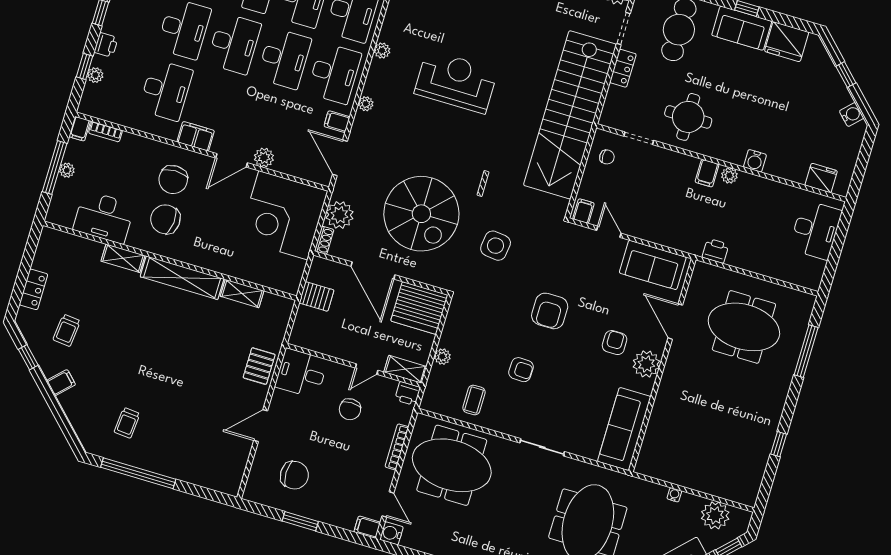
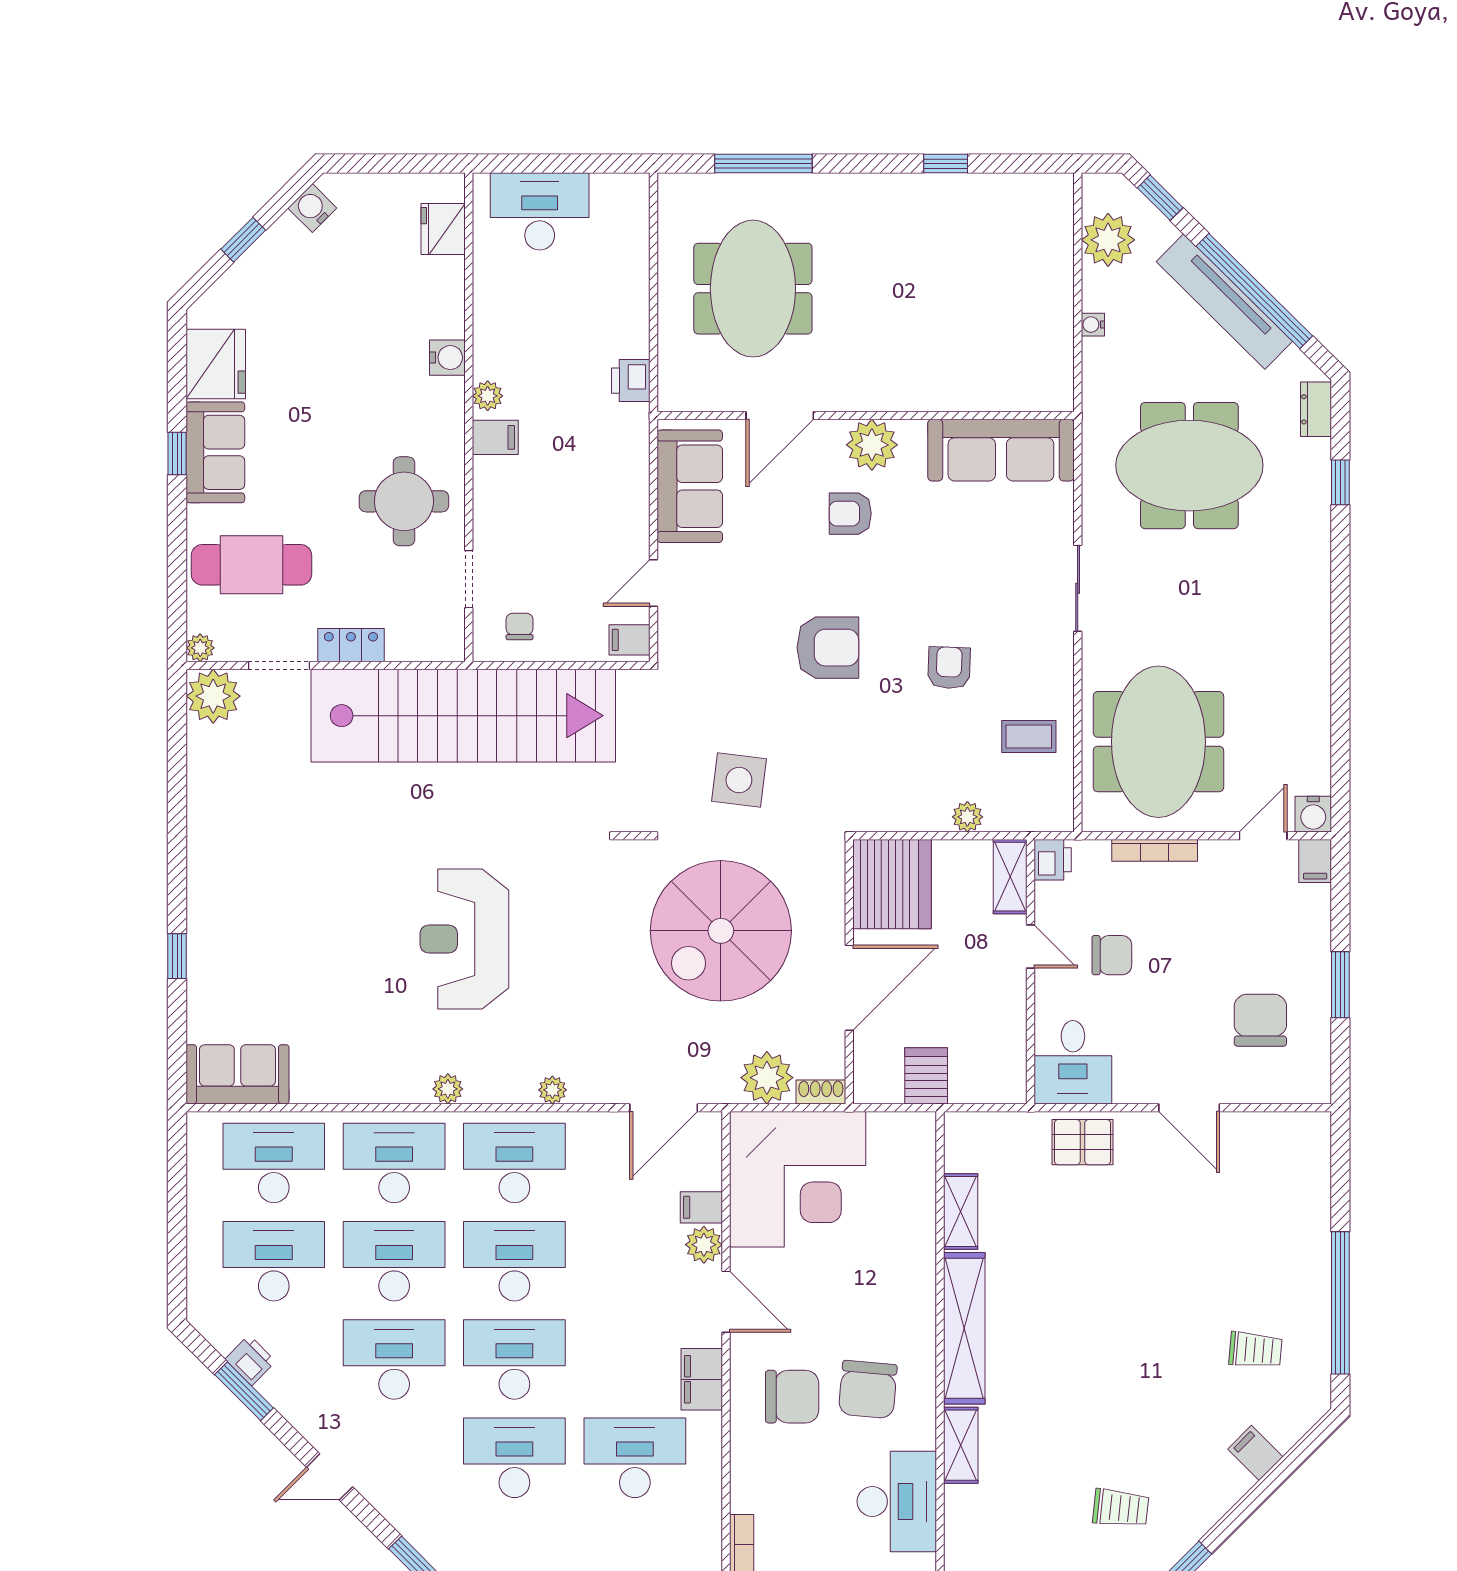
filing cabinet: (337, 122) -> (701, 1207), moved, turned 90
spiral stairs: (421, 214) -> (721, 931), turned 180
filing cabinet: (61, 383) -> (1255, 1453), moved

